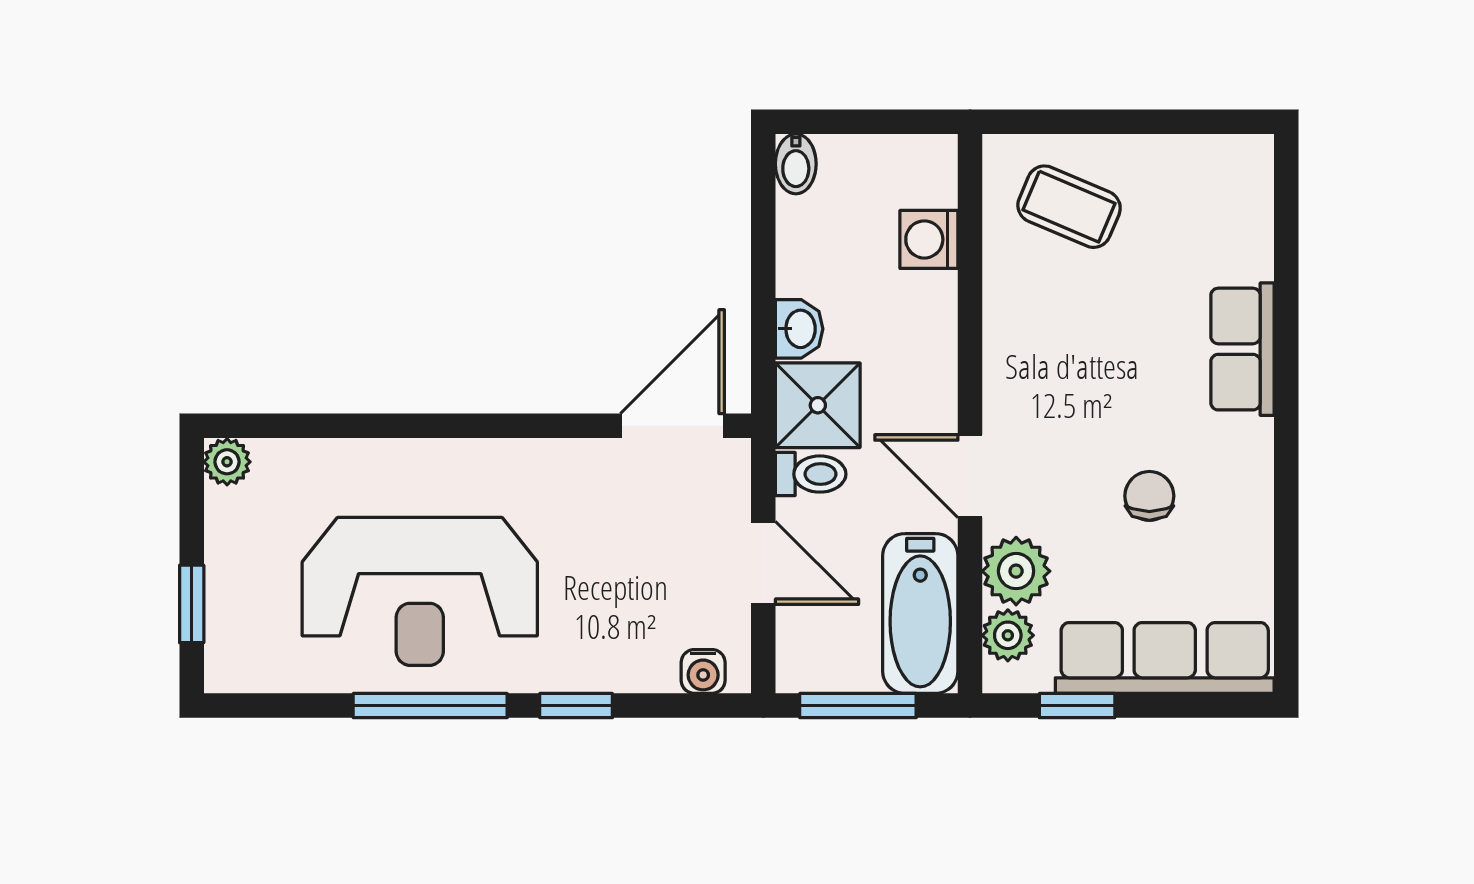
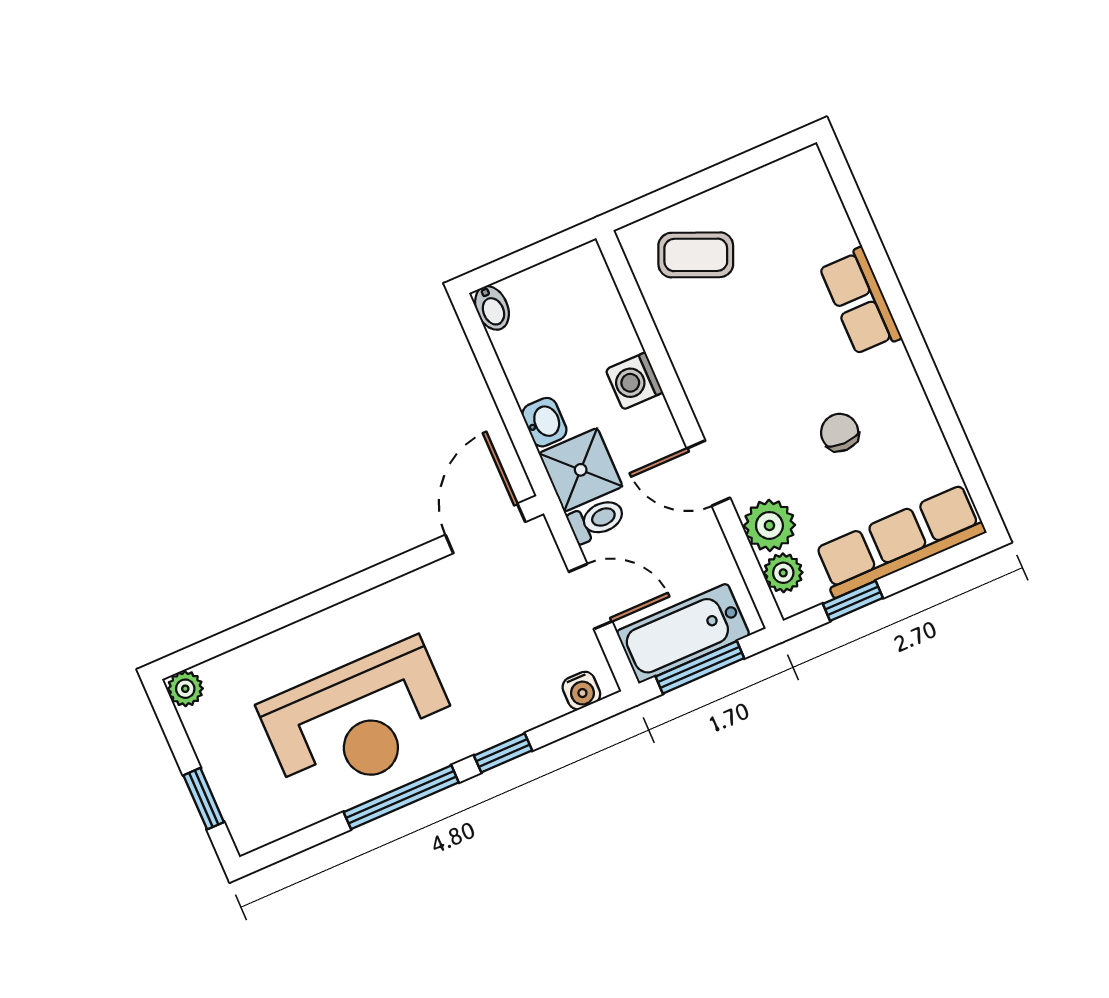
washing machine: (929, 239) -> (634, 381), moved
bathtub: (920, 613) -> (683, 633), moved, turned 90

